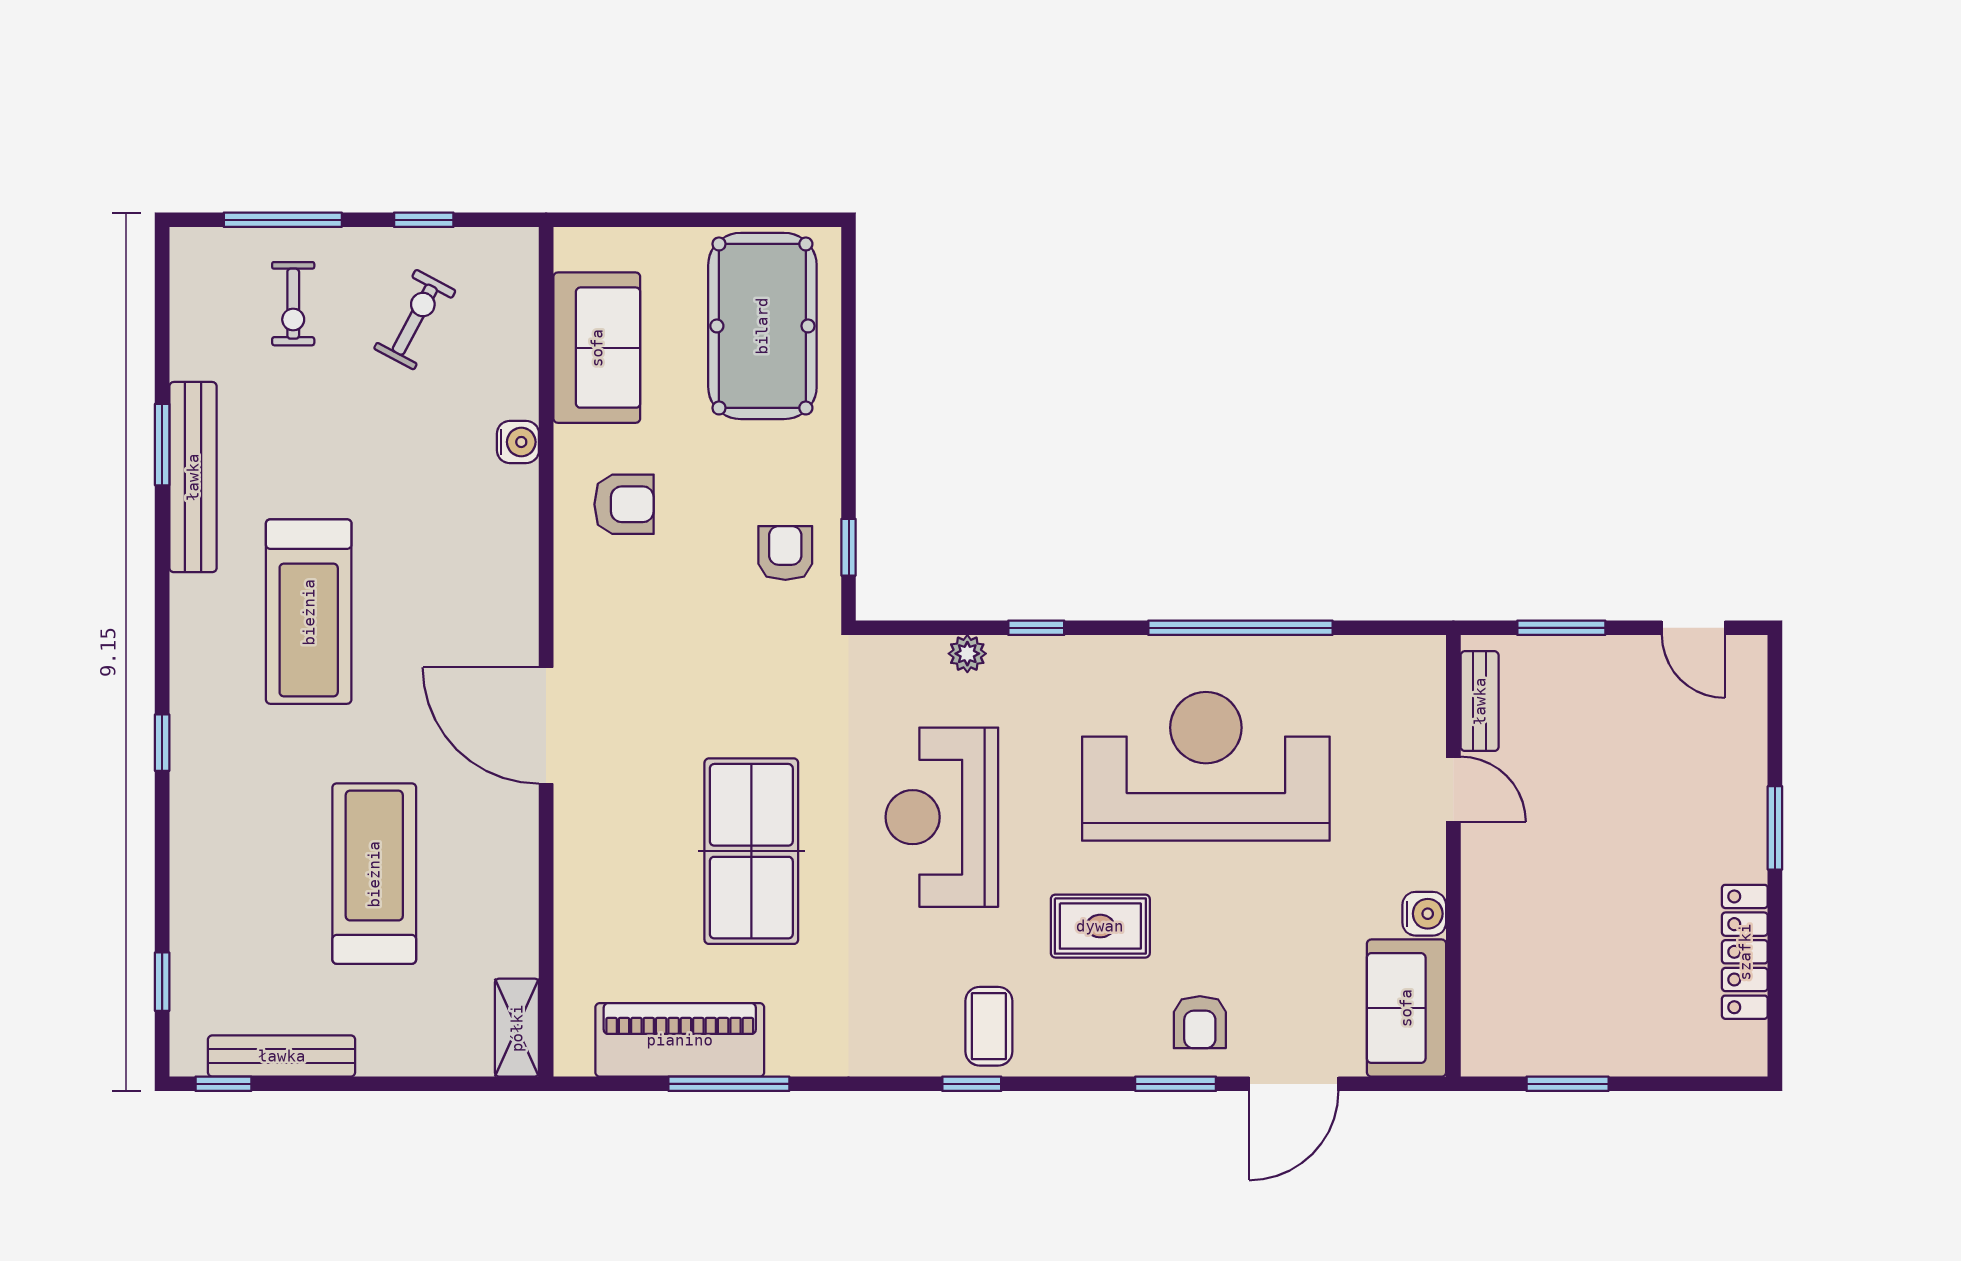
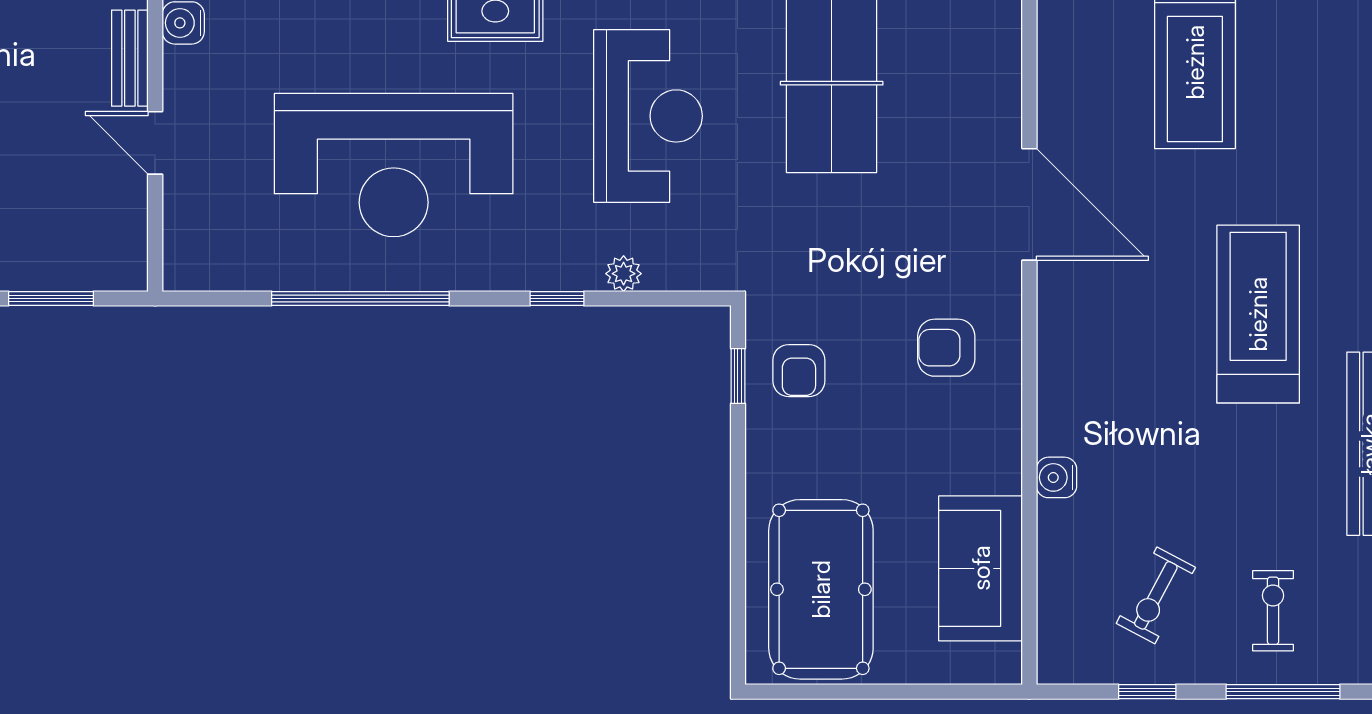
armchair: (624, 504) -> (946, 348), moved
bench: (1480, 701) -> (130, 58), moved

